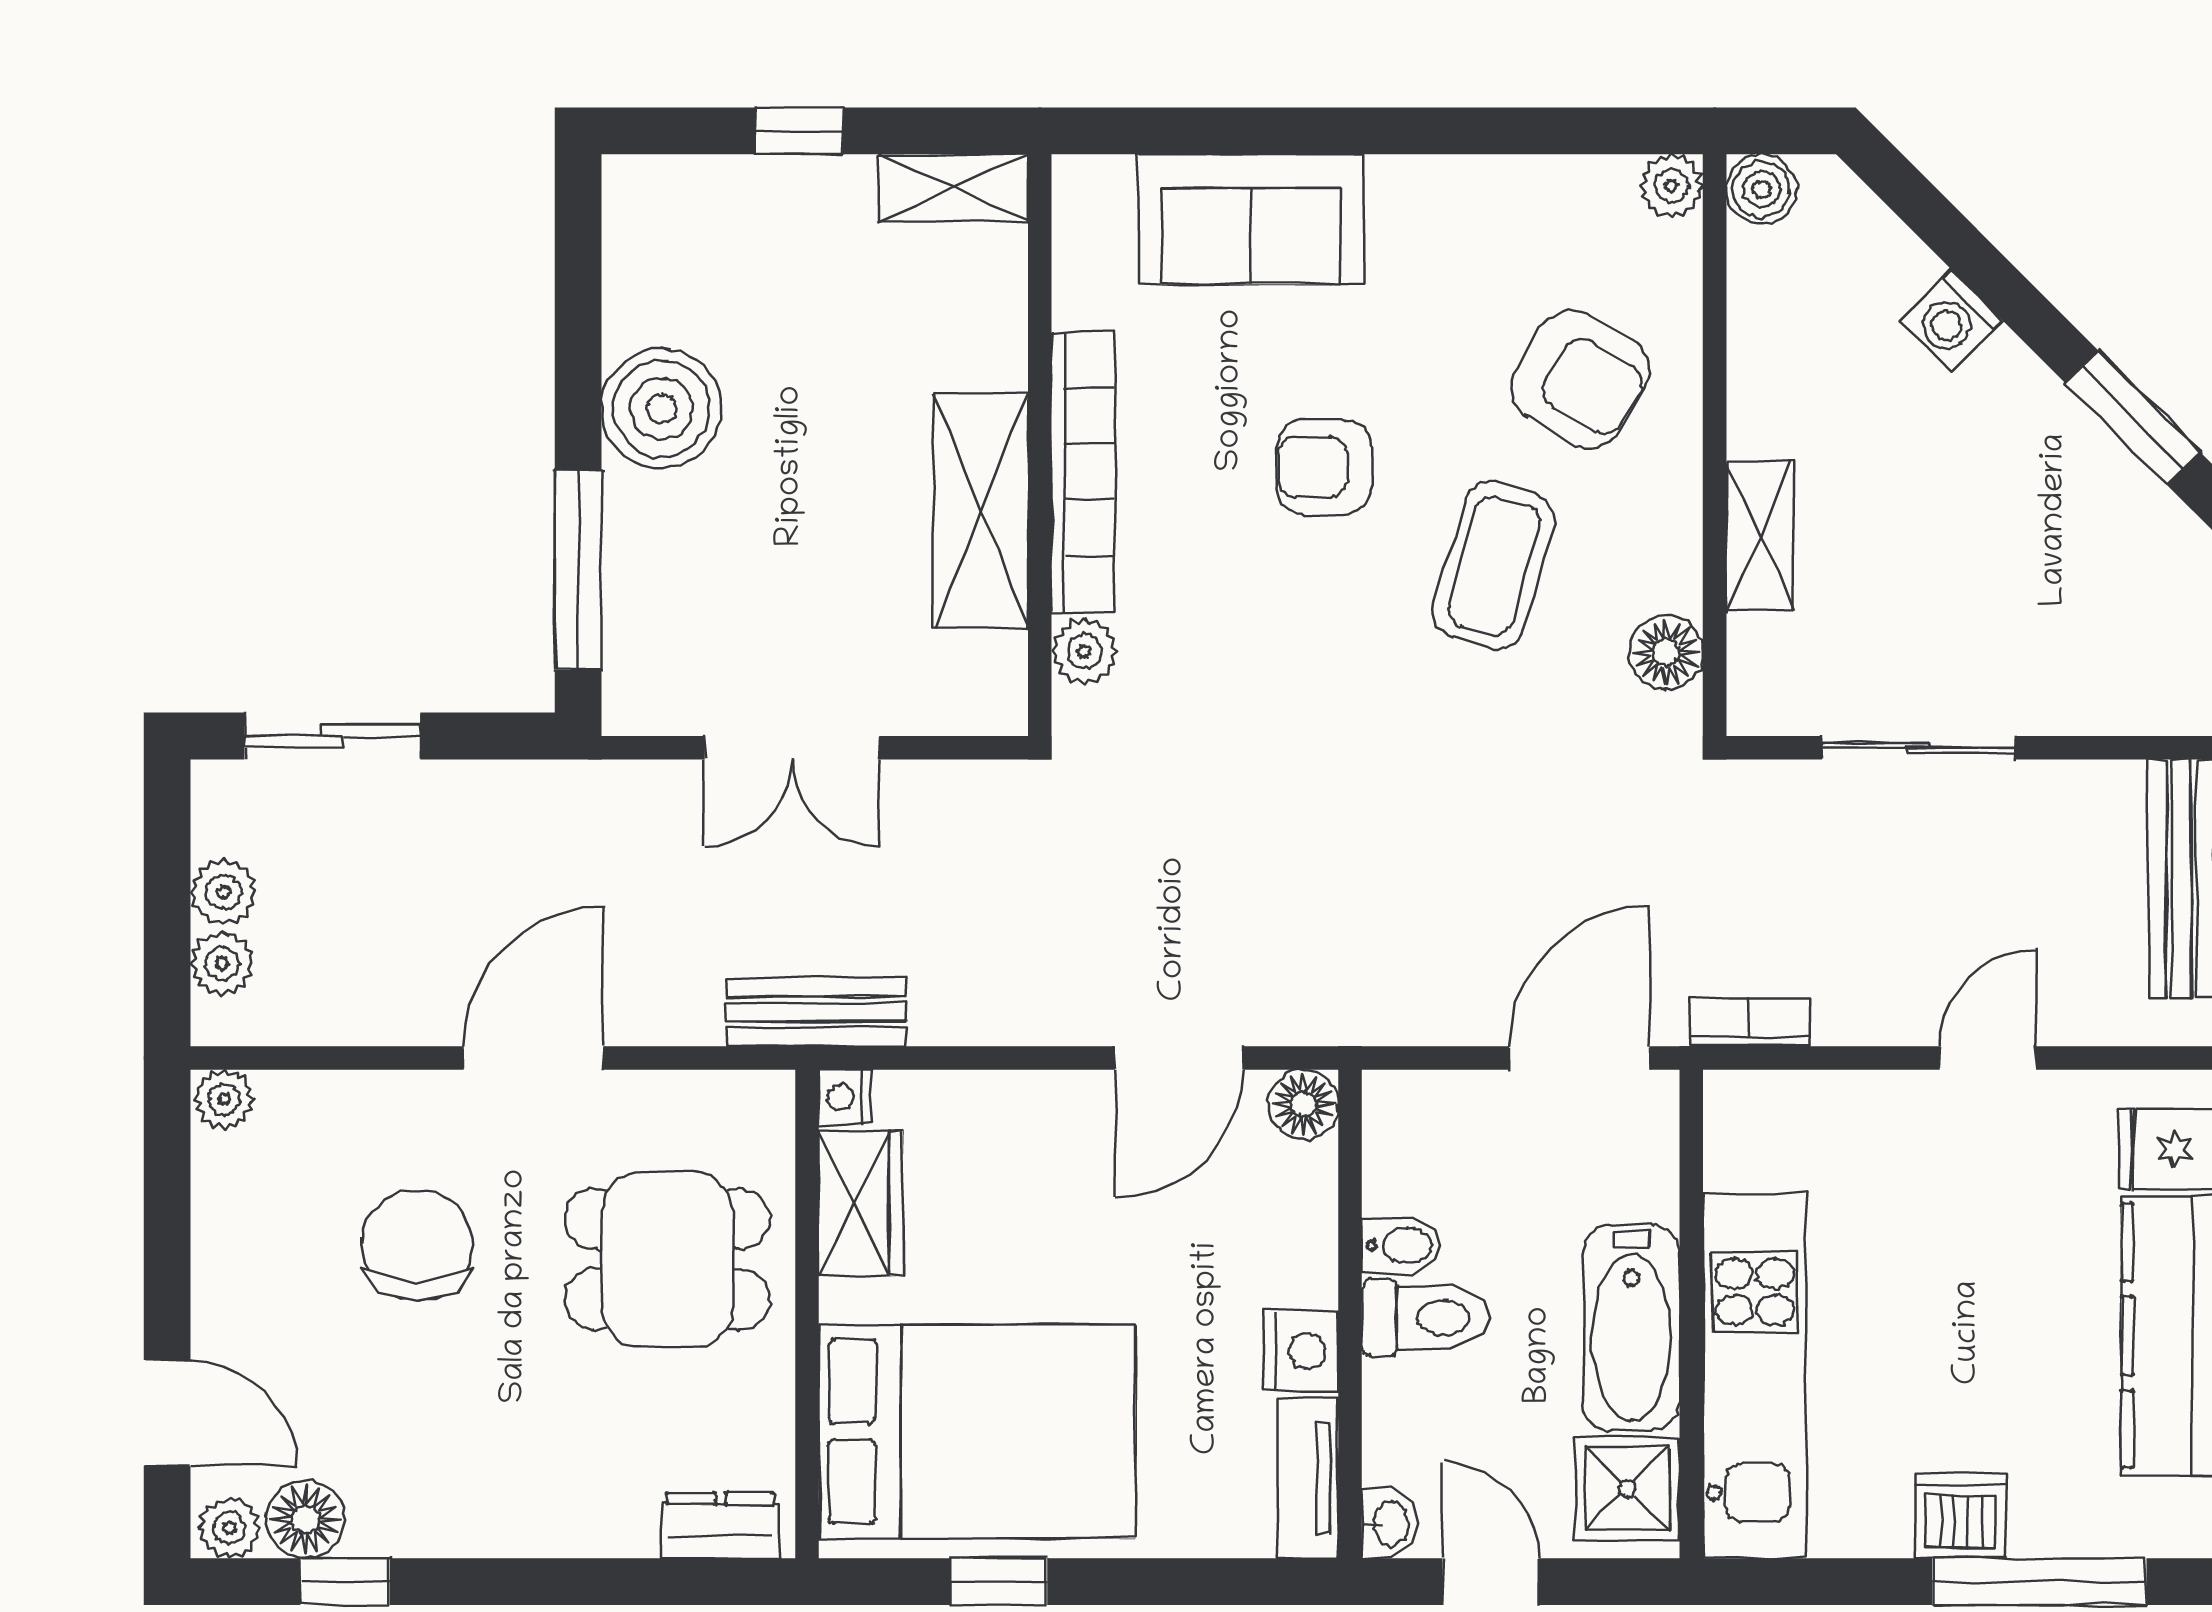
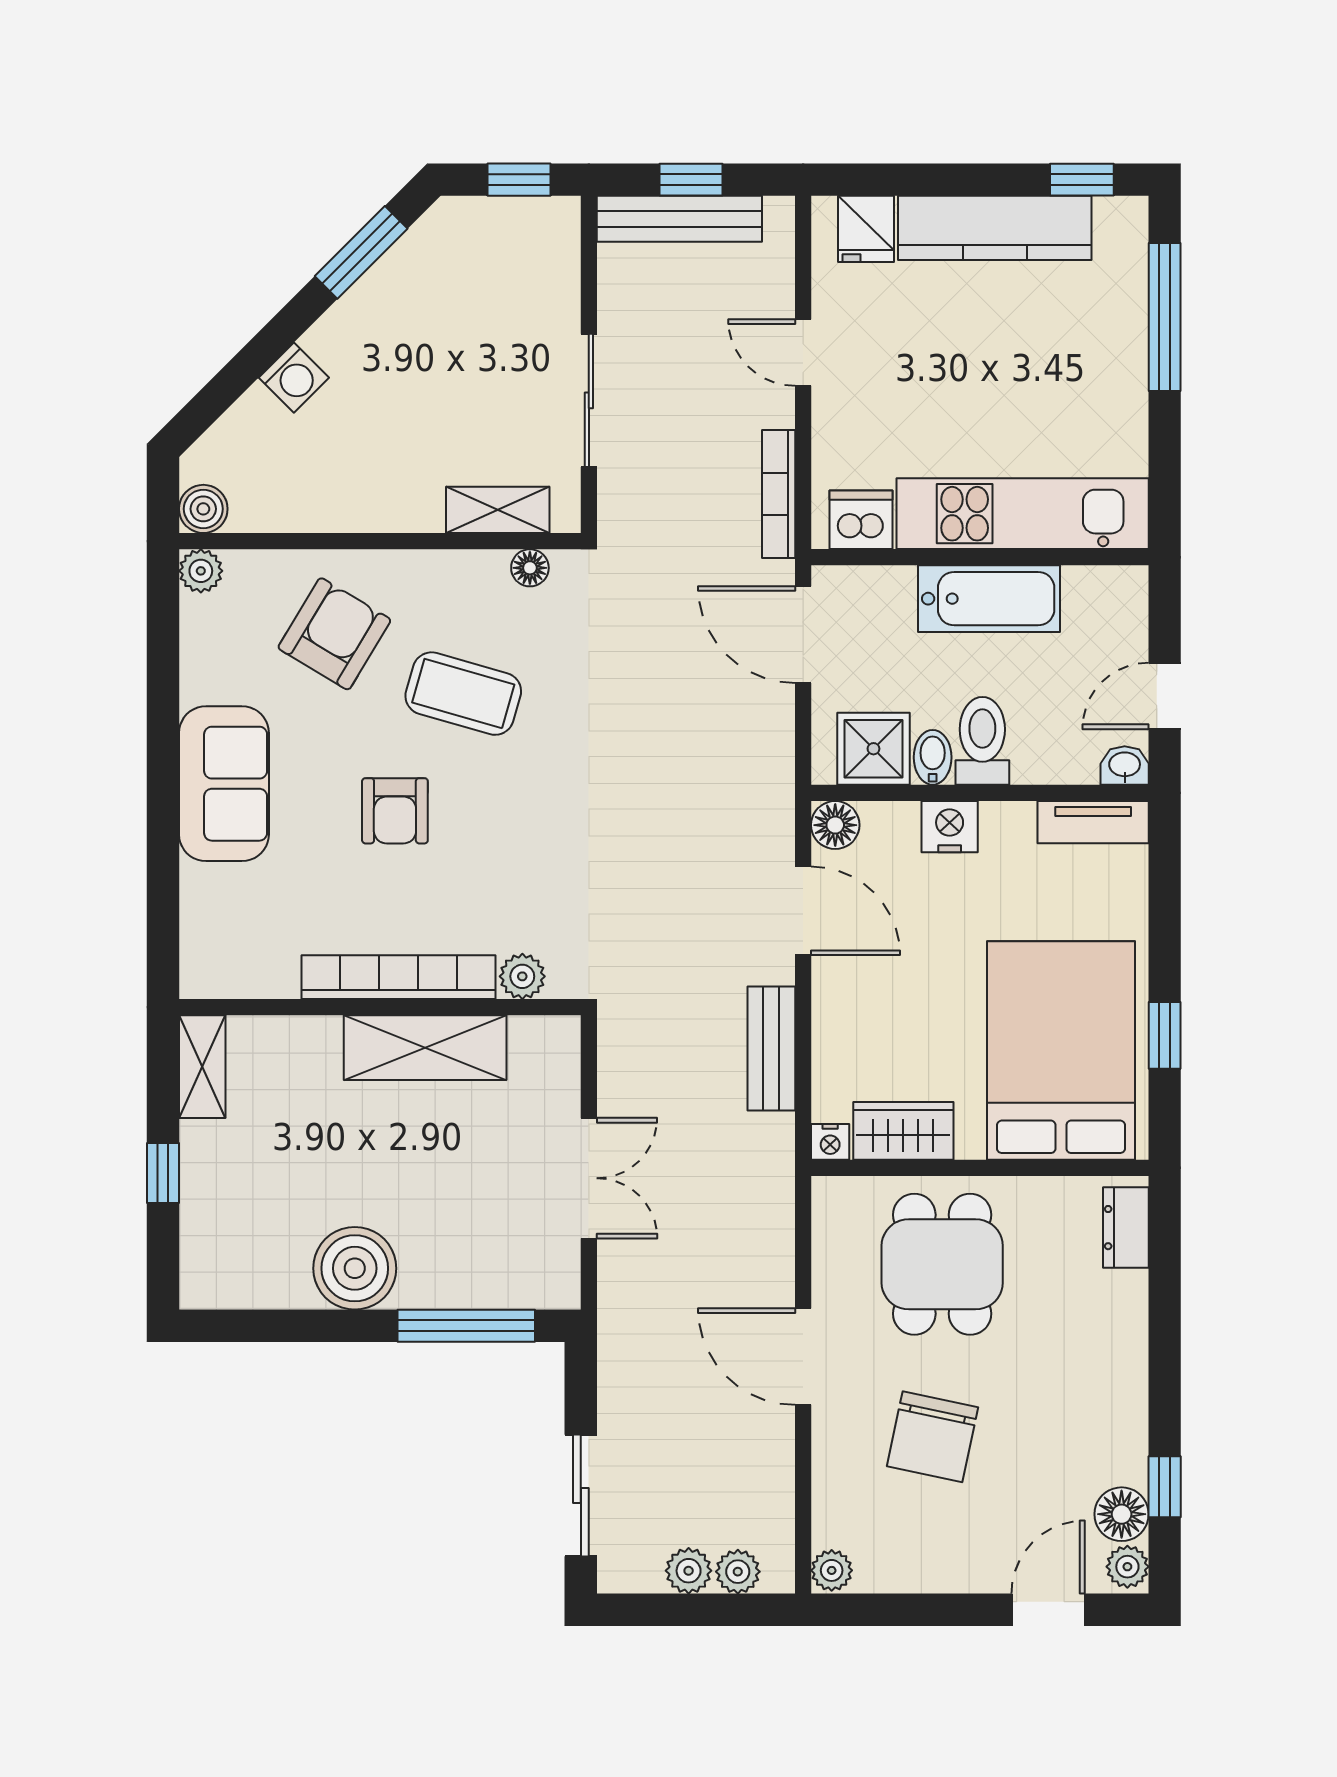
sofa: (1250, 219) -> (224, 784), moved
shelving: (1760, 536) -> (498, 510), moved
floor lamp: (1666, 652) -> (530, 568), width x0.73, depth x0.73
bench: (816, 1012) -> (771, 1048), moved
bookcase: (1749, 1023) -> (779, 494), width x1.56
chair: (417, 1245) -> (932, 1437), turned -78
nightstand: (1301, 1351) -> (950, 827), moved
shower: (1627, 1488) -> (873, 749), moved
dishwasher: (1961, 1516) -> (861, 520), moved, turned 90

